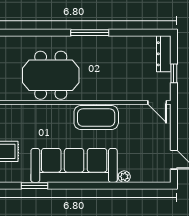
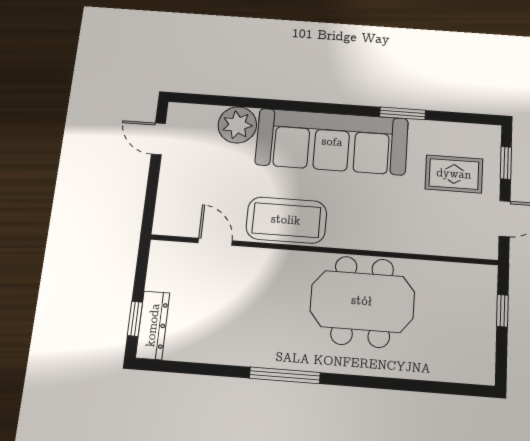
window: (174, 73) -> (135, 319), moved
door: (157, 102) -> (215, 242), moved
plant: (124, 177) -> (237, 125), width x1.88, depth x1.88

